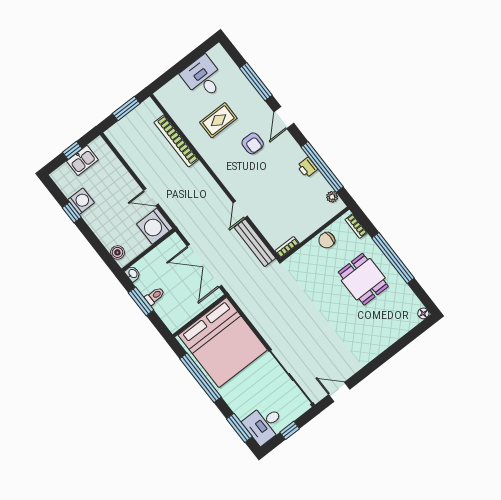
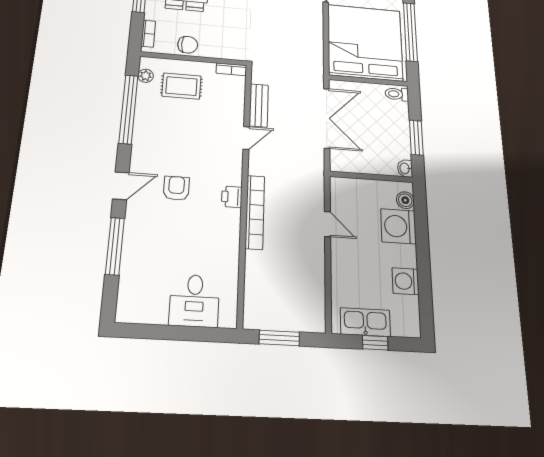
desk: (203, 78) -> (194, 301), moved
rug: (218, 120) -> (182, 86), moved
bookcase: (176, 141) -> (255, 212), moved
kitchen sink: (82, 160) -> (365, 322), width x1.38
printer: (307, 168) -> (232, 197), moved, turned 180
window: (72, 212) -> (424, 278), removed
washing machine: (155, 226) -> (398, 226), moved, turned 180
bench: (255, 243) -> (259, 105), width x0.73
toilet: (155, 296) -> (397, 94), moved

